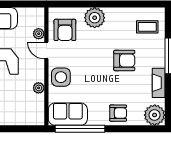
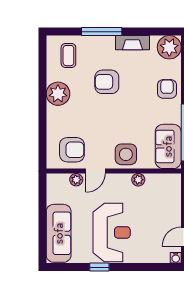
plant: (95, 18) -> (58, 94), moved
armchair: (124, 60) -> (107, 82), turned -90

